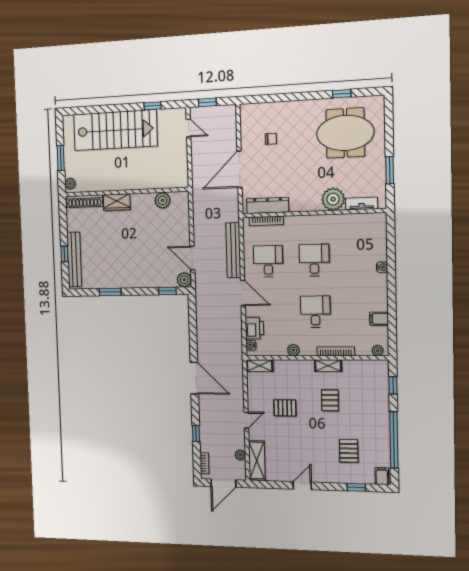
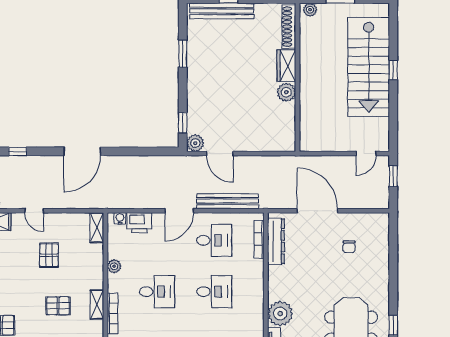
window: (152, 106) -> (393, 70), moved
plant: (163, 200) -> (286, 92), moved
door: (192, 258) -> (220, 154), swing flipped

